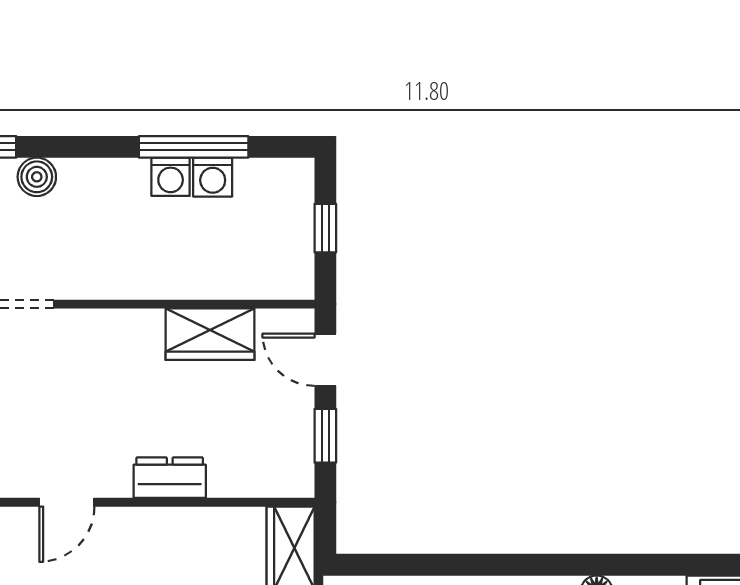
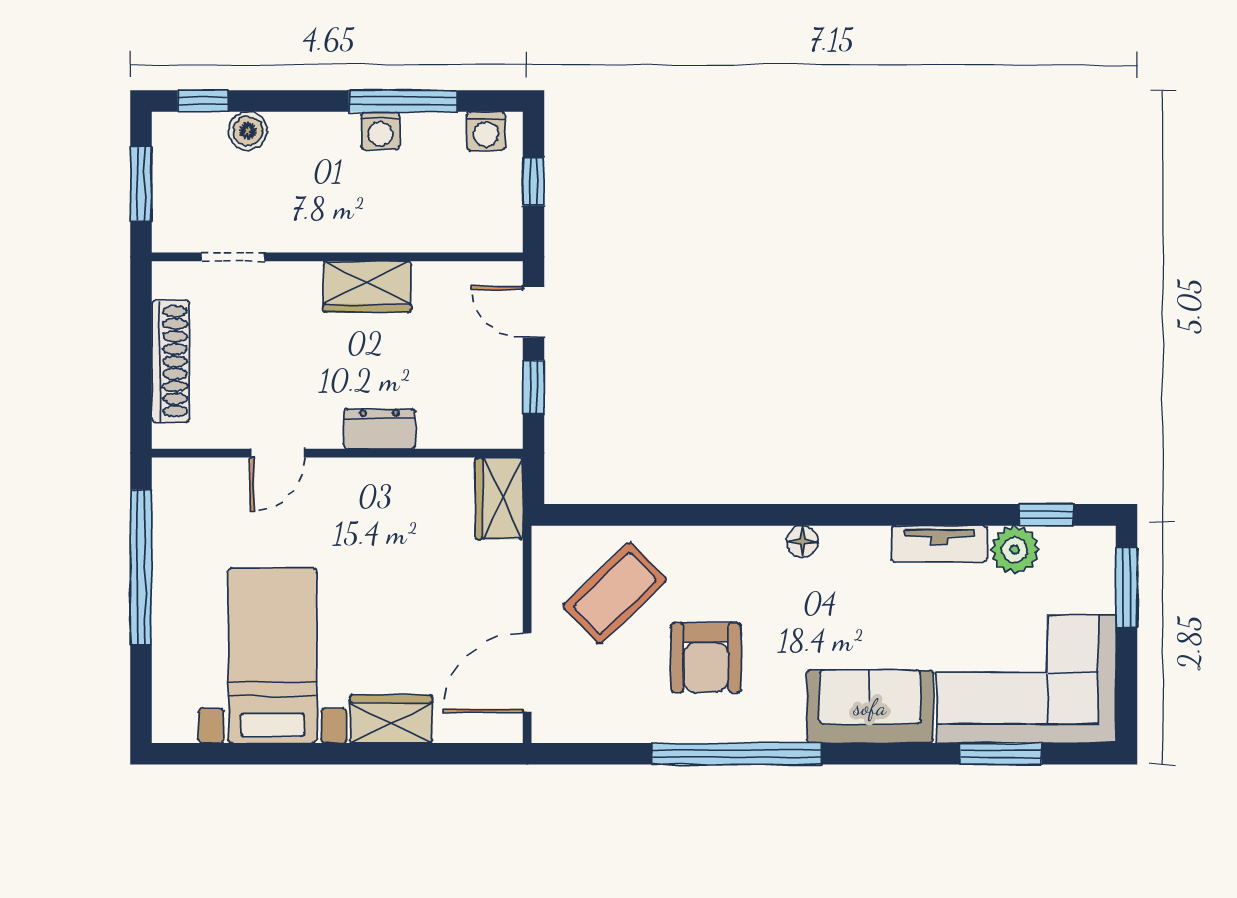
washing machine: (213, 177) -> (486, 131), moved
wardrobe: (210, 334) -> (367, 287), moved

